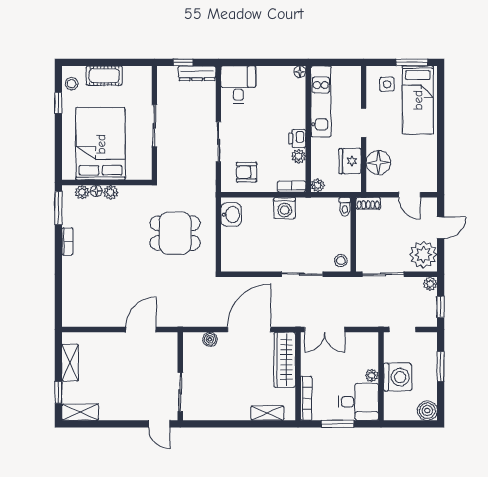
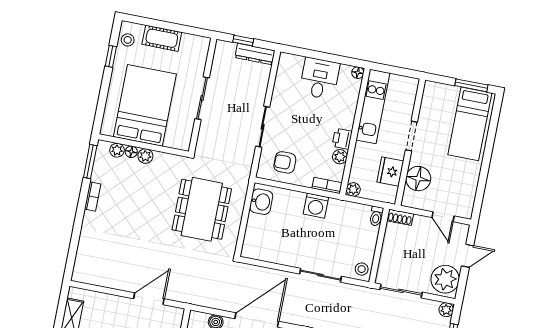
side table: (387, 84) -> (442, 102), removed
desk: (238, 85) -> (319, 78), moved
dining table: (175, 233) -> (202, 209), width x1.38

